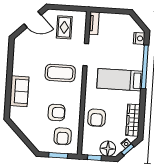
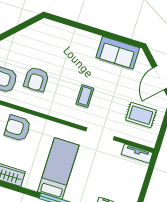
coffee table: (60, 73) -> (85, 96), width x0.54, depth x0.58
sofa: (19, 91) -> (118, 53), moved

